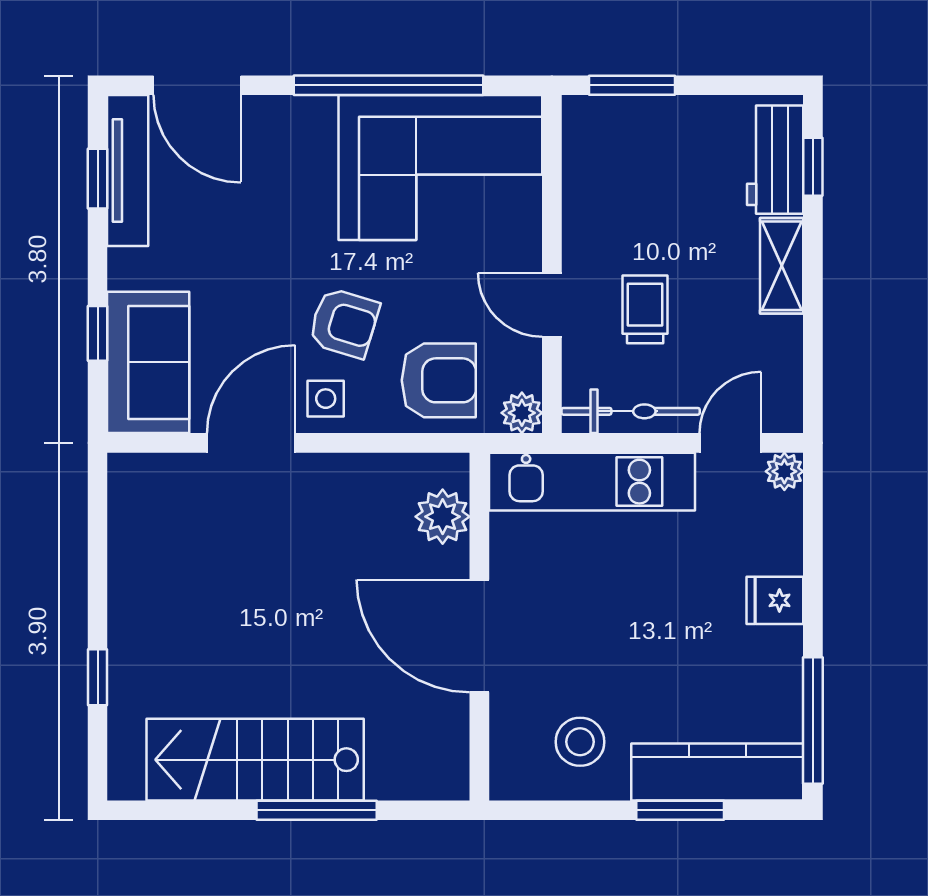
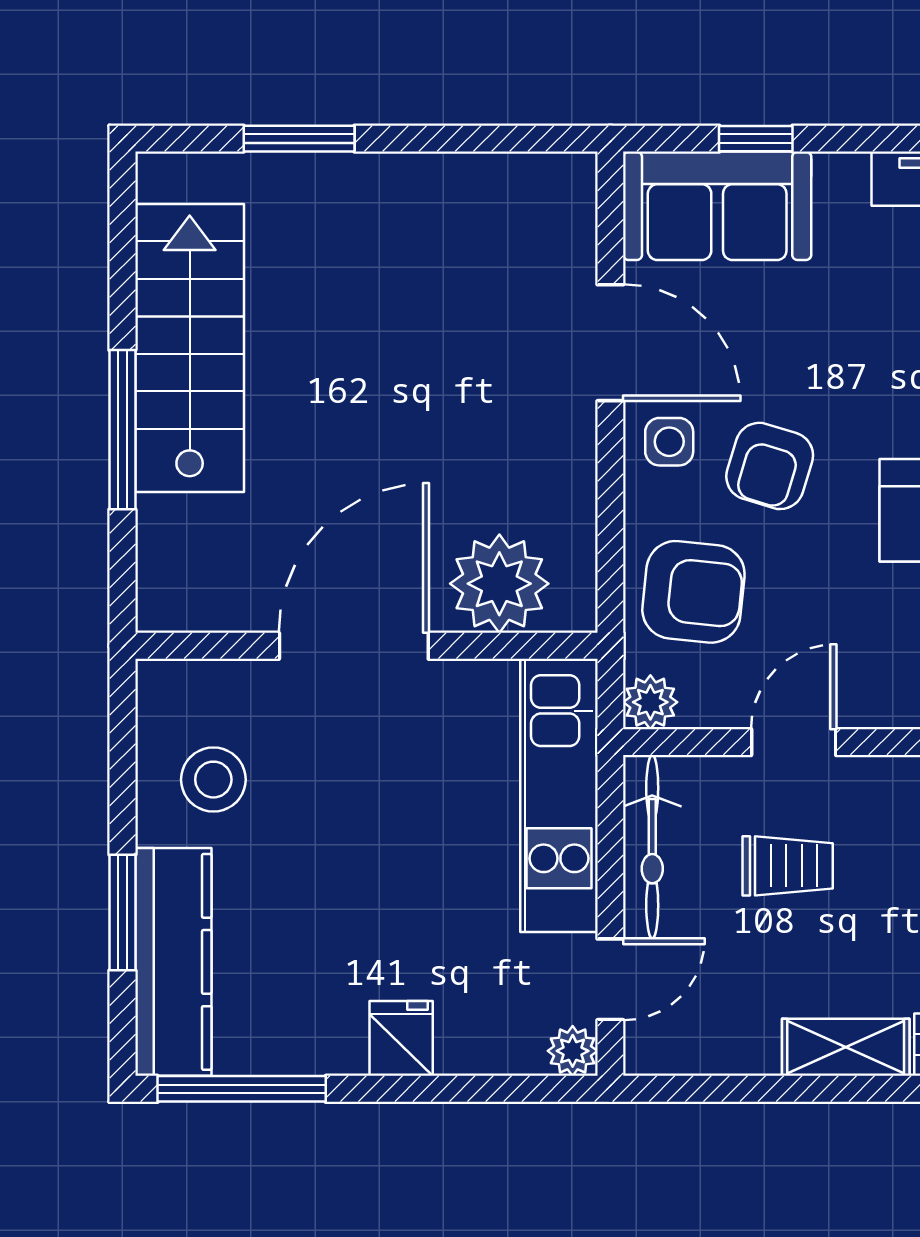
armchair: (439, 380) -> (693, 592), turned -84
door: (730, 443) -> (610, 979), hinge flipped
plant: (443, 517) -> (499, 584), width x1.36, depth x1.36
window: (98, 677) -> (299, 139), width x1.50

